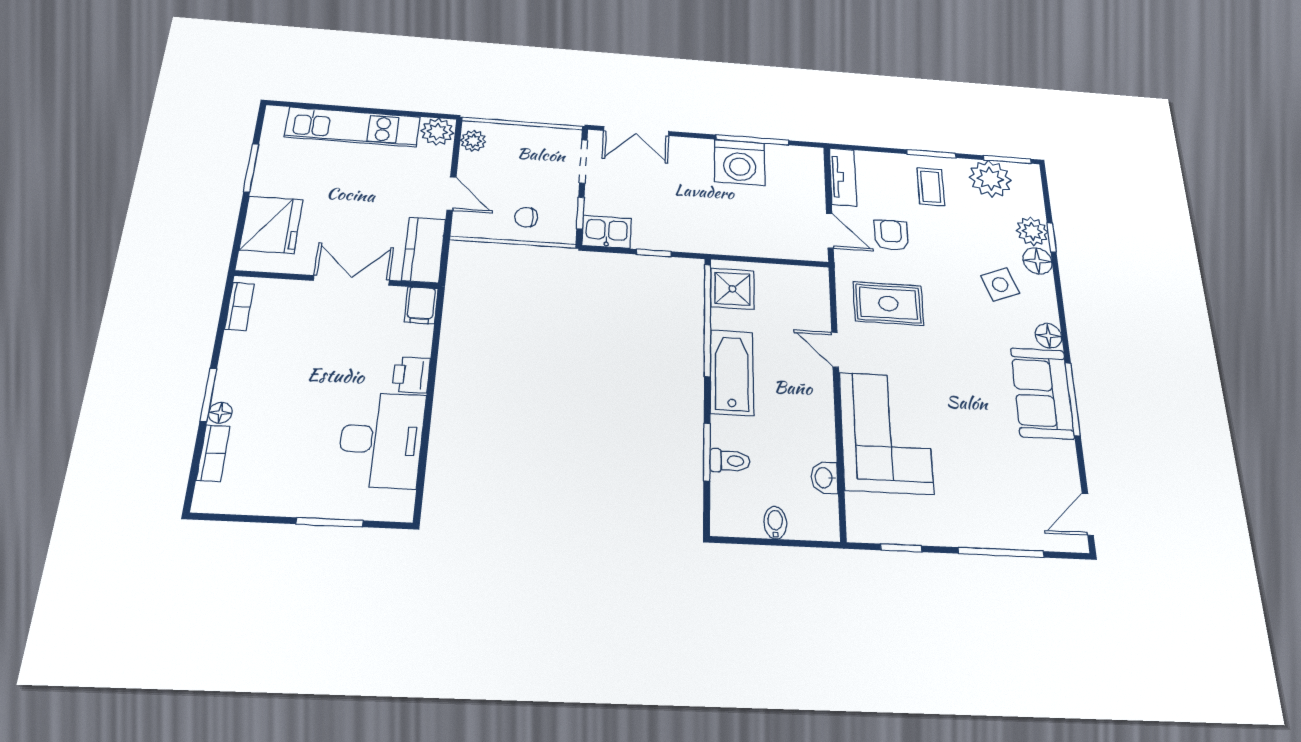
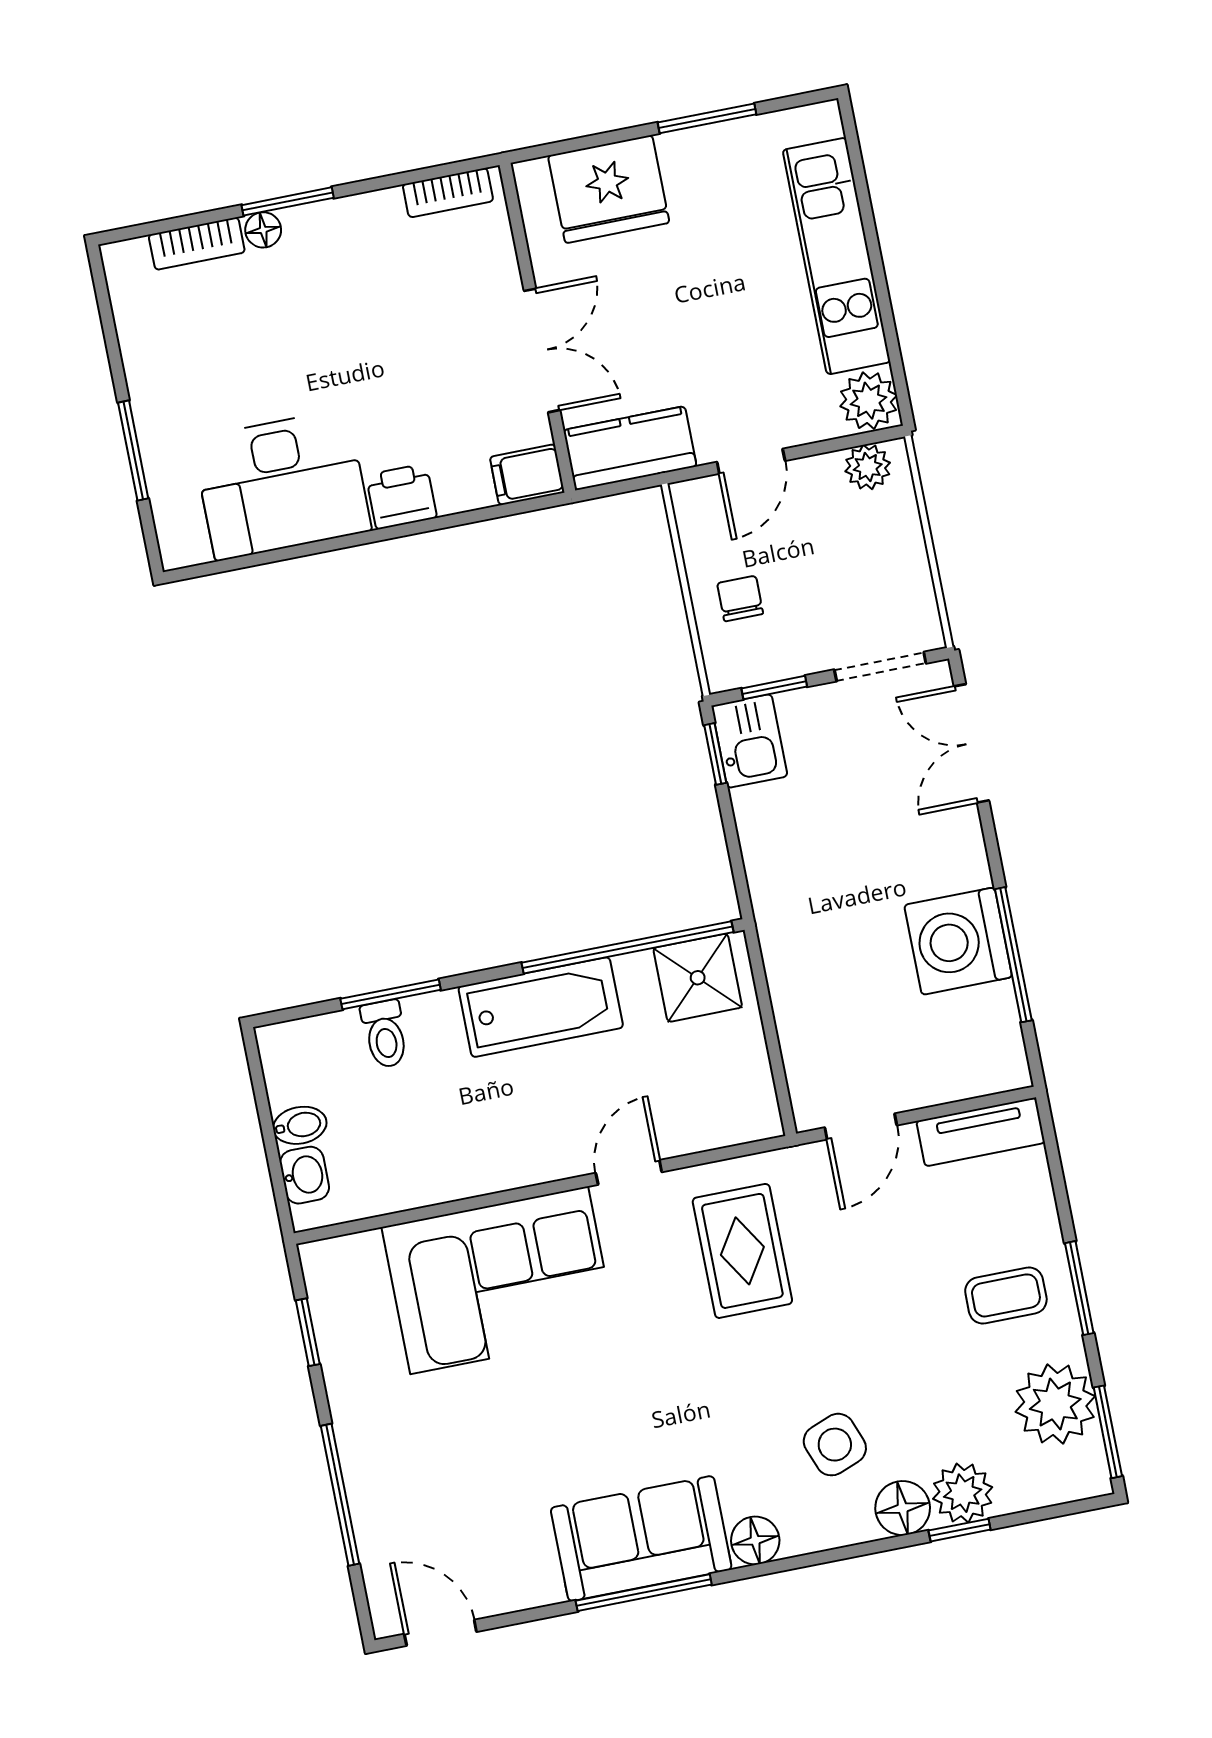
armchair: (891, 235) -> (882, 1237), removed
window: (654, 253) -> (715, 754), moved
washbasin: (824, 478) -> (305, 1175), moved, turned 90

